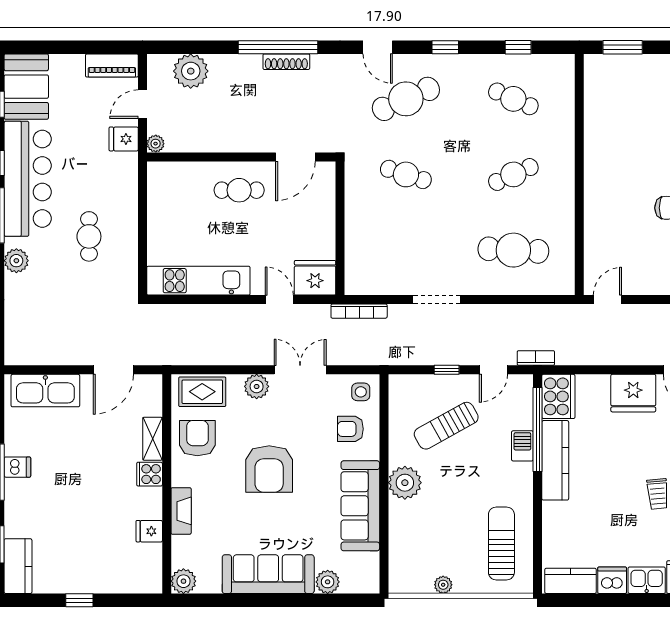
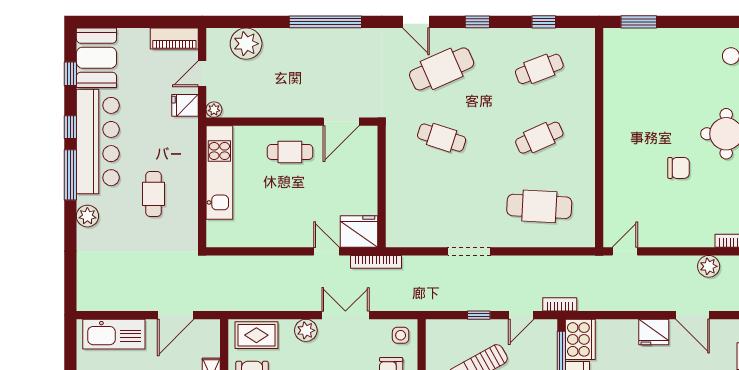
shoe rack: (286, 62) -> (333, 35), removed
cafe table: (513, 99) -> (539, 69), turned -45
kitchen unit: (198, 281) -> (219, 173), moved, turned 90
bookcase: (359, 311) -> (376, 262), moved
fridge: (633, 393) -> (654, 332), width x0.73, depth x0.75

